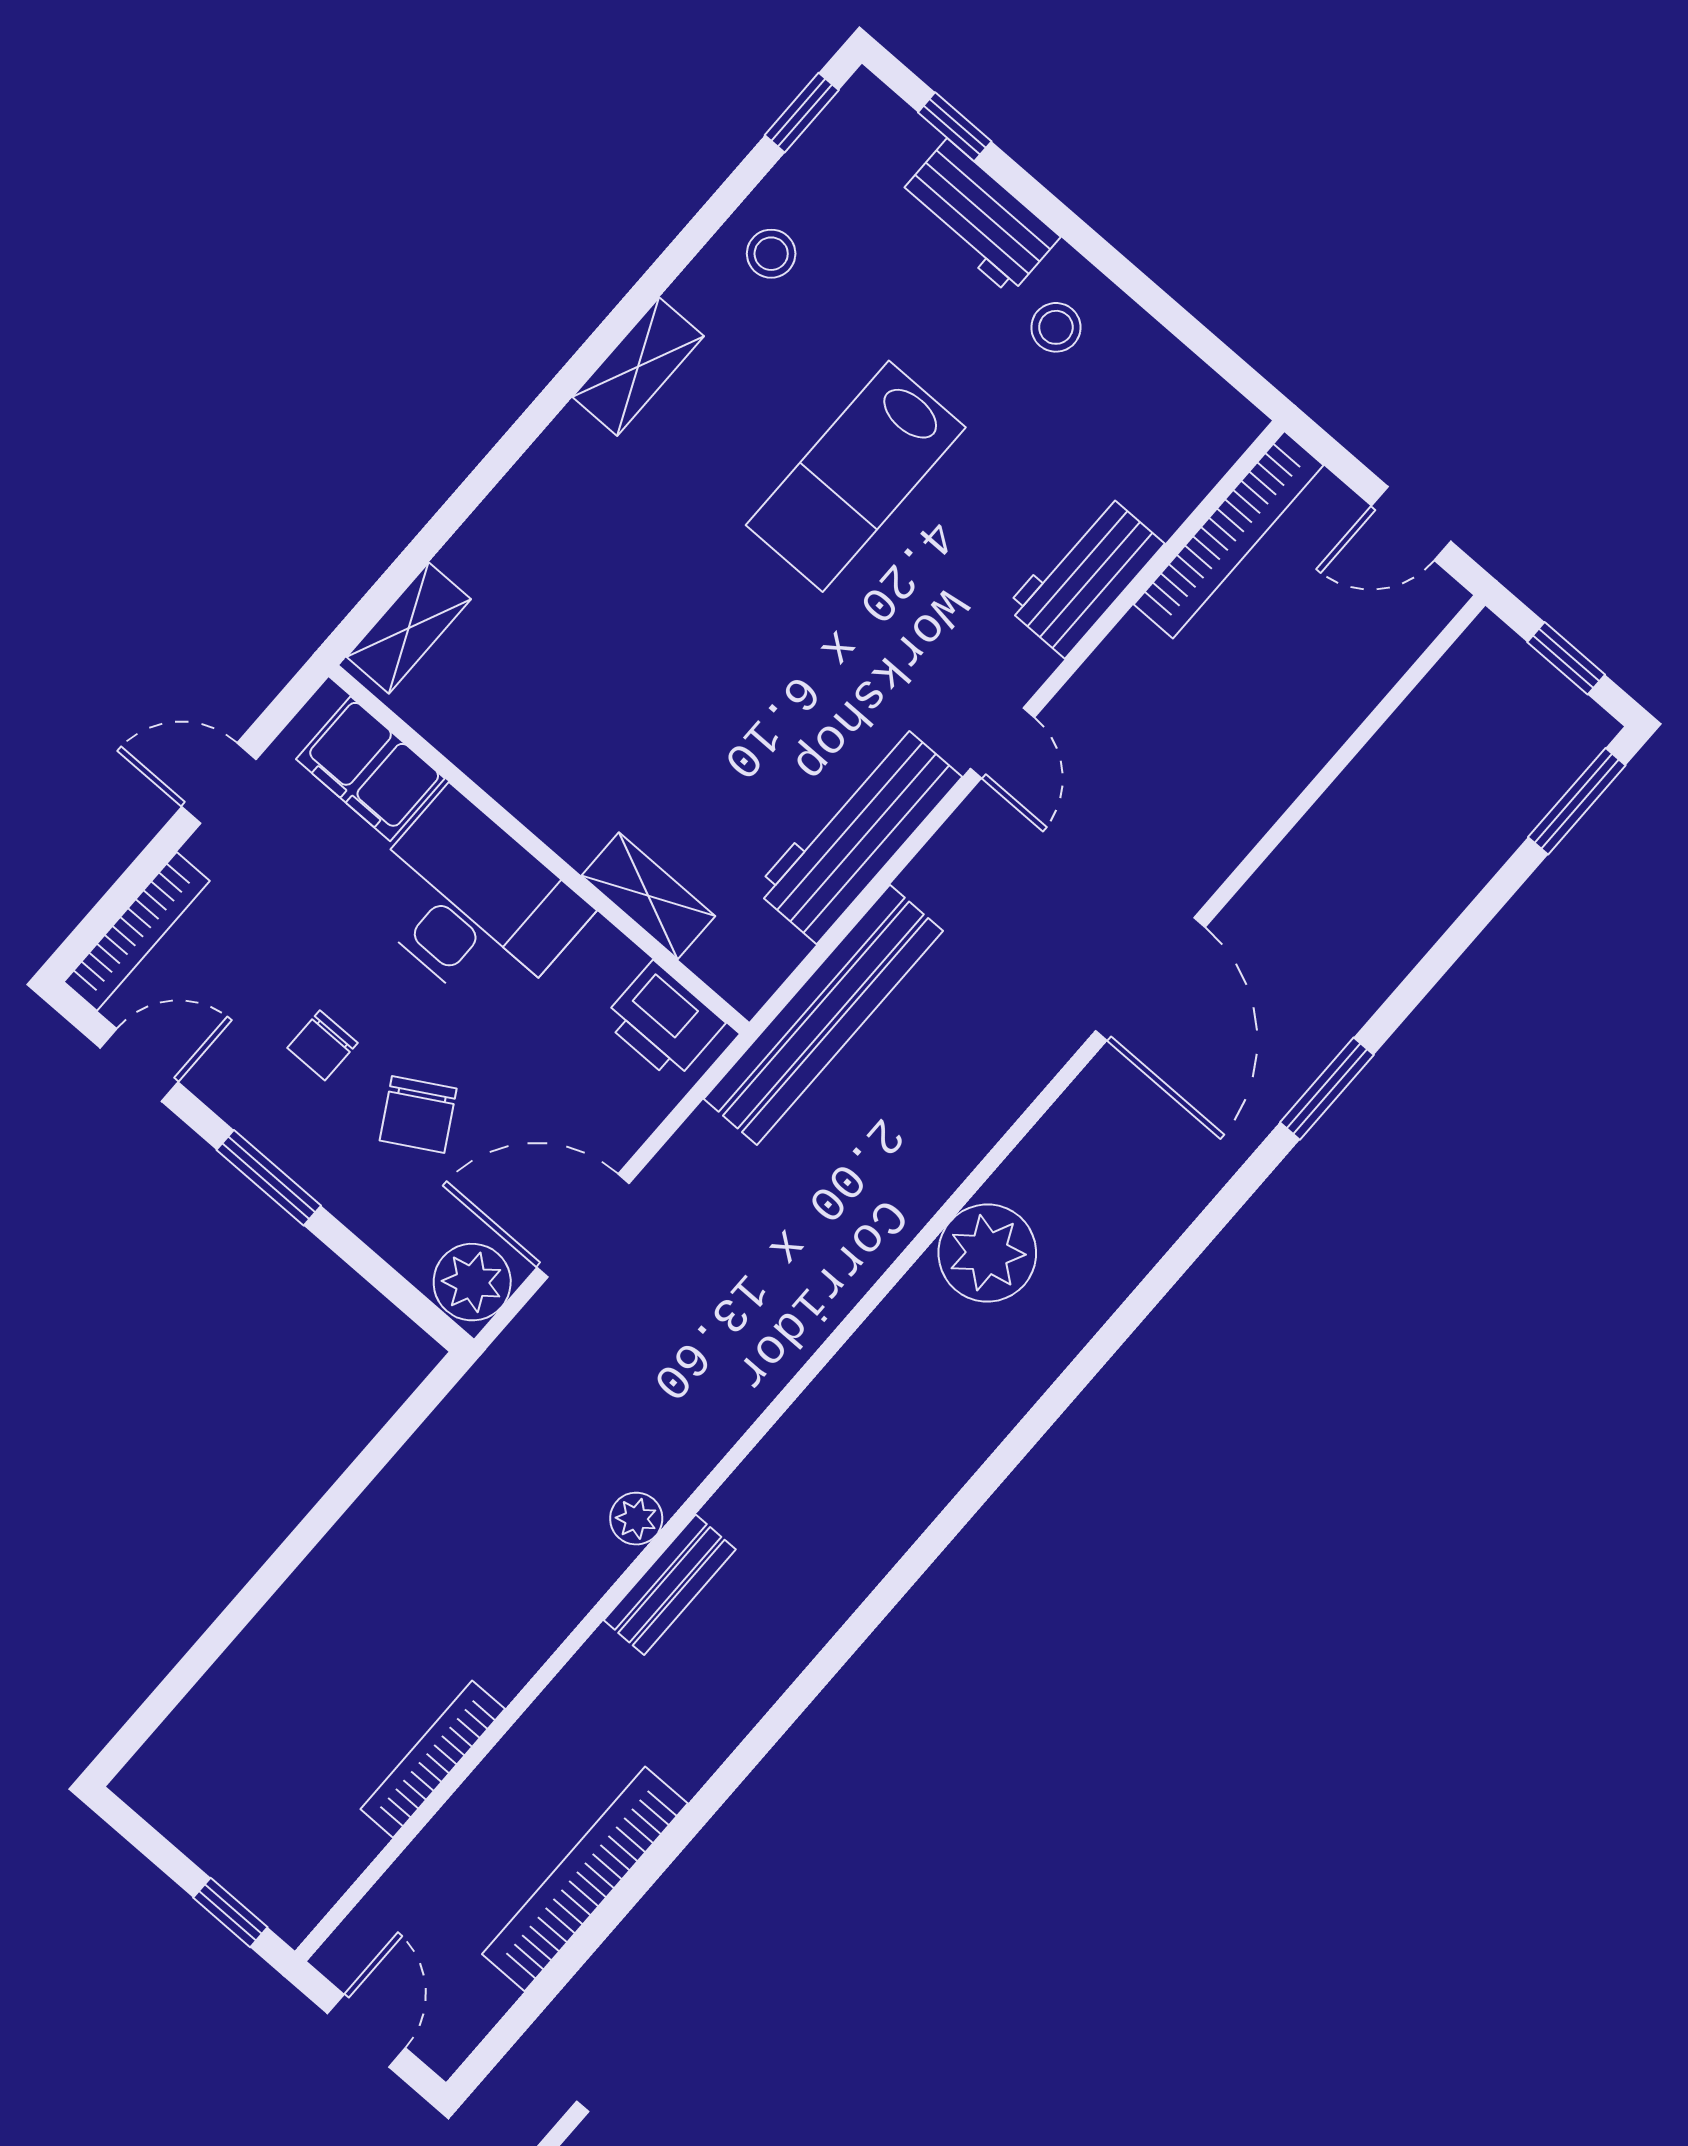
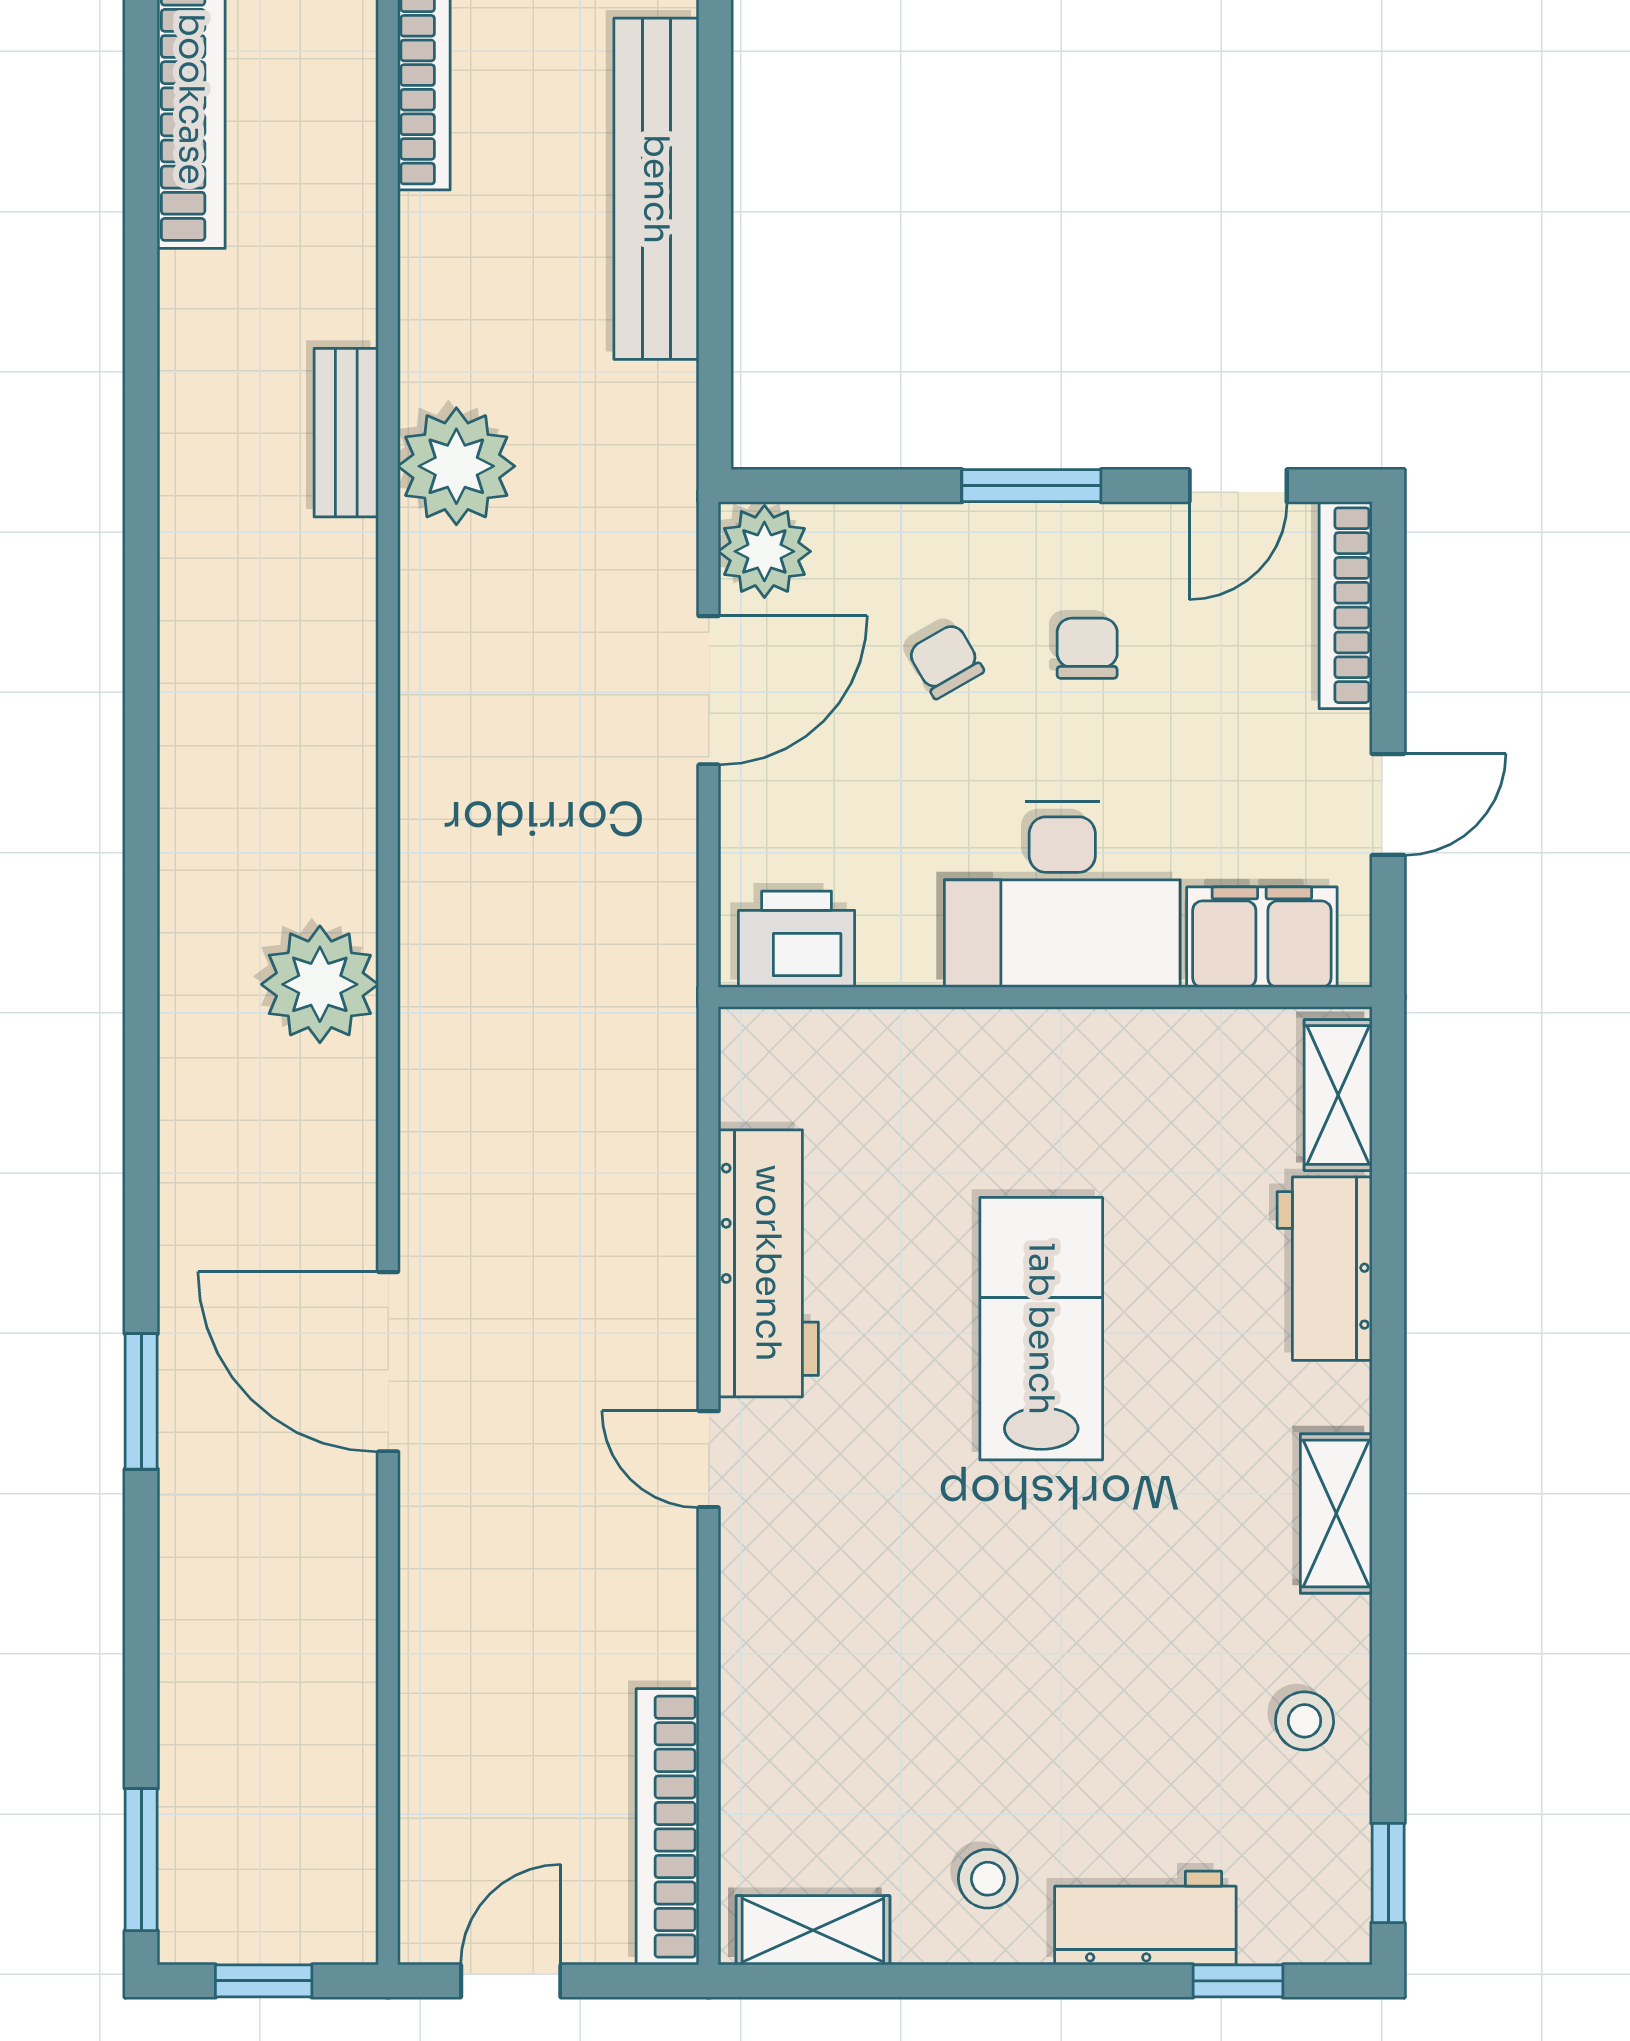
lab bench: (856, 476) -> (1041, 1329), moved
workbench: (1085, 575) -> (1325, 1269), moved, turned 180
shelving: (648, 896) -> (813, 1930), moved
bench: (823, 1015) -> (656, 189), moved
chair: (418, 1115) -> (946, 661), width x0.73, depth x0.73
plant: (636, 1519) -> (456, 466), width x1.88, depth x1.88

